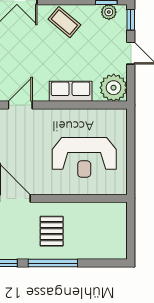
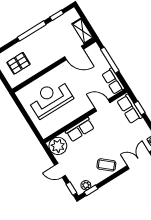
door: (20, 105) -> (102, 105), swing flipped
pallet: (52, 231) -> (18, 63), moved, turned 90

